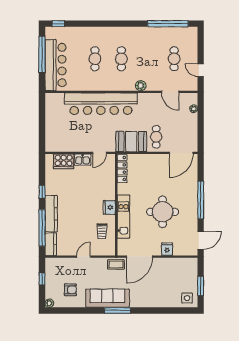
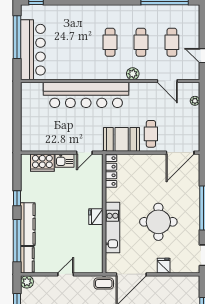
cafe table: (95, 59) -> (141, 42), moved
trolley: (102, 231) -> (87, 244), removed
plant: (50, 263) -> (27, 282), added

